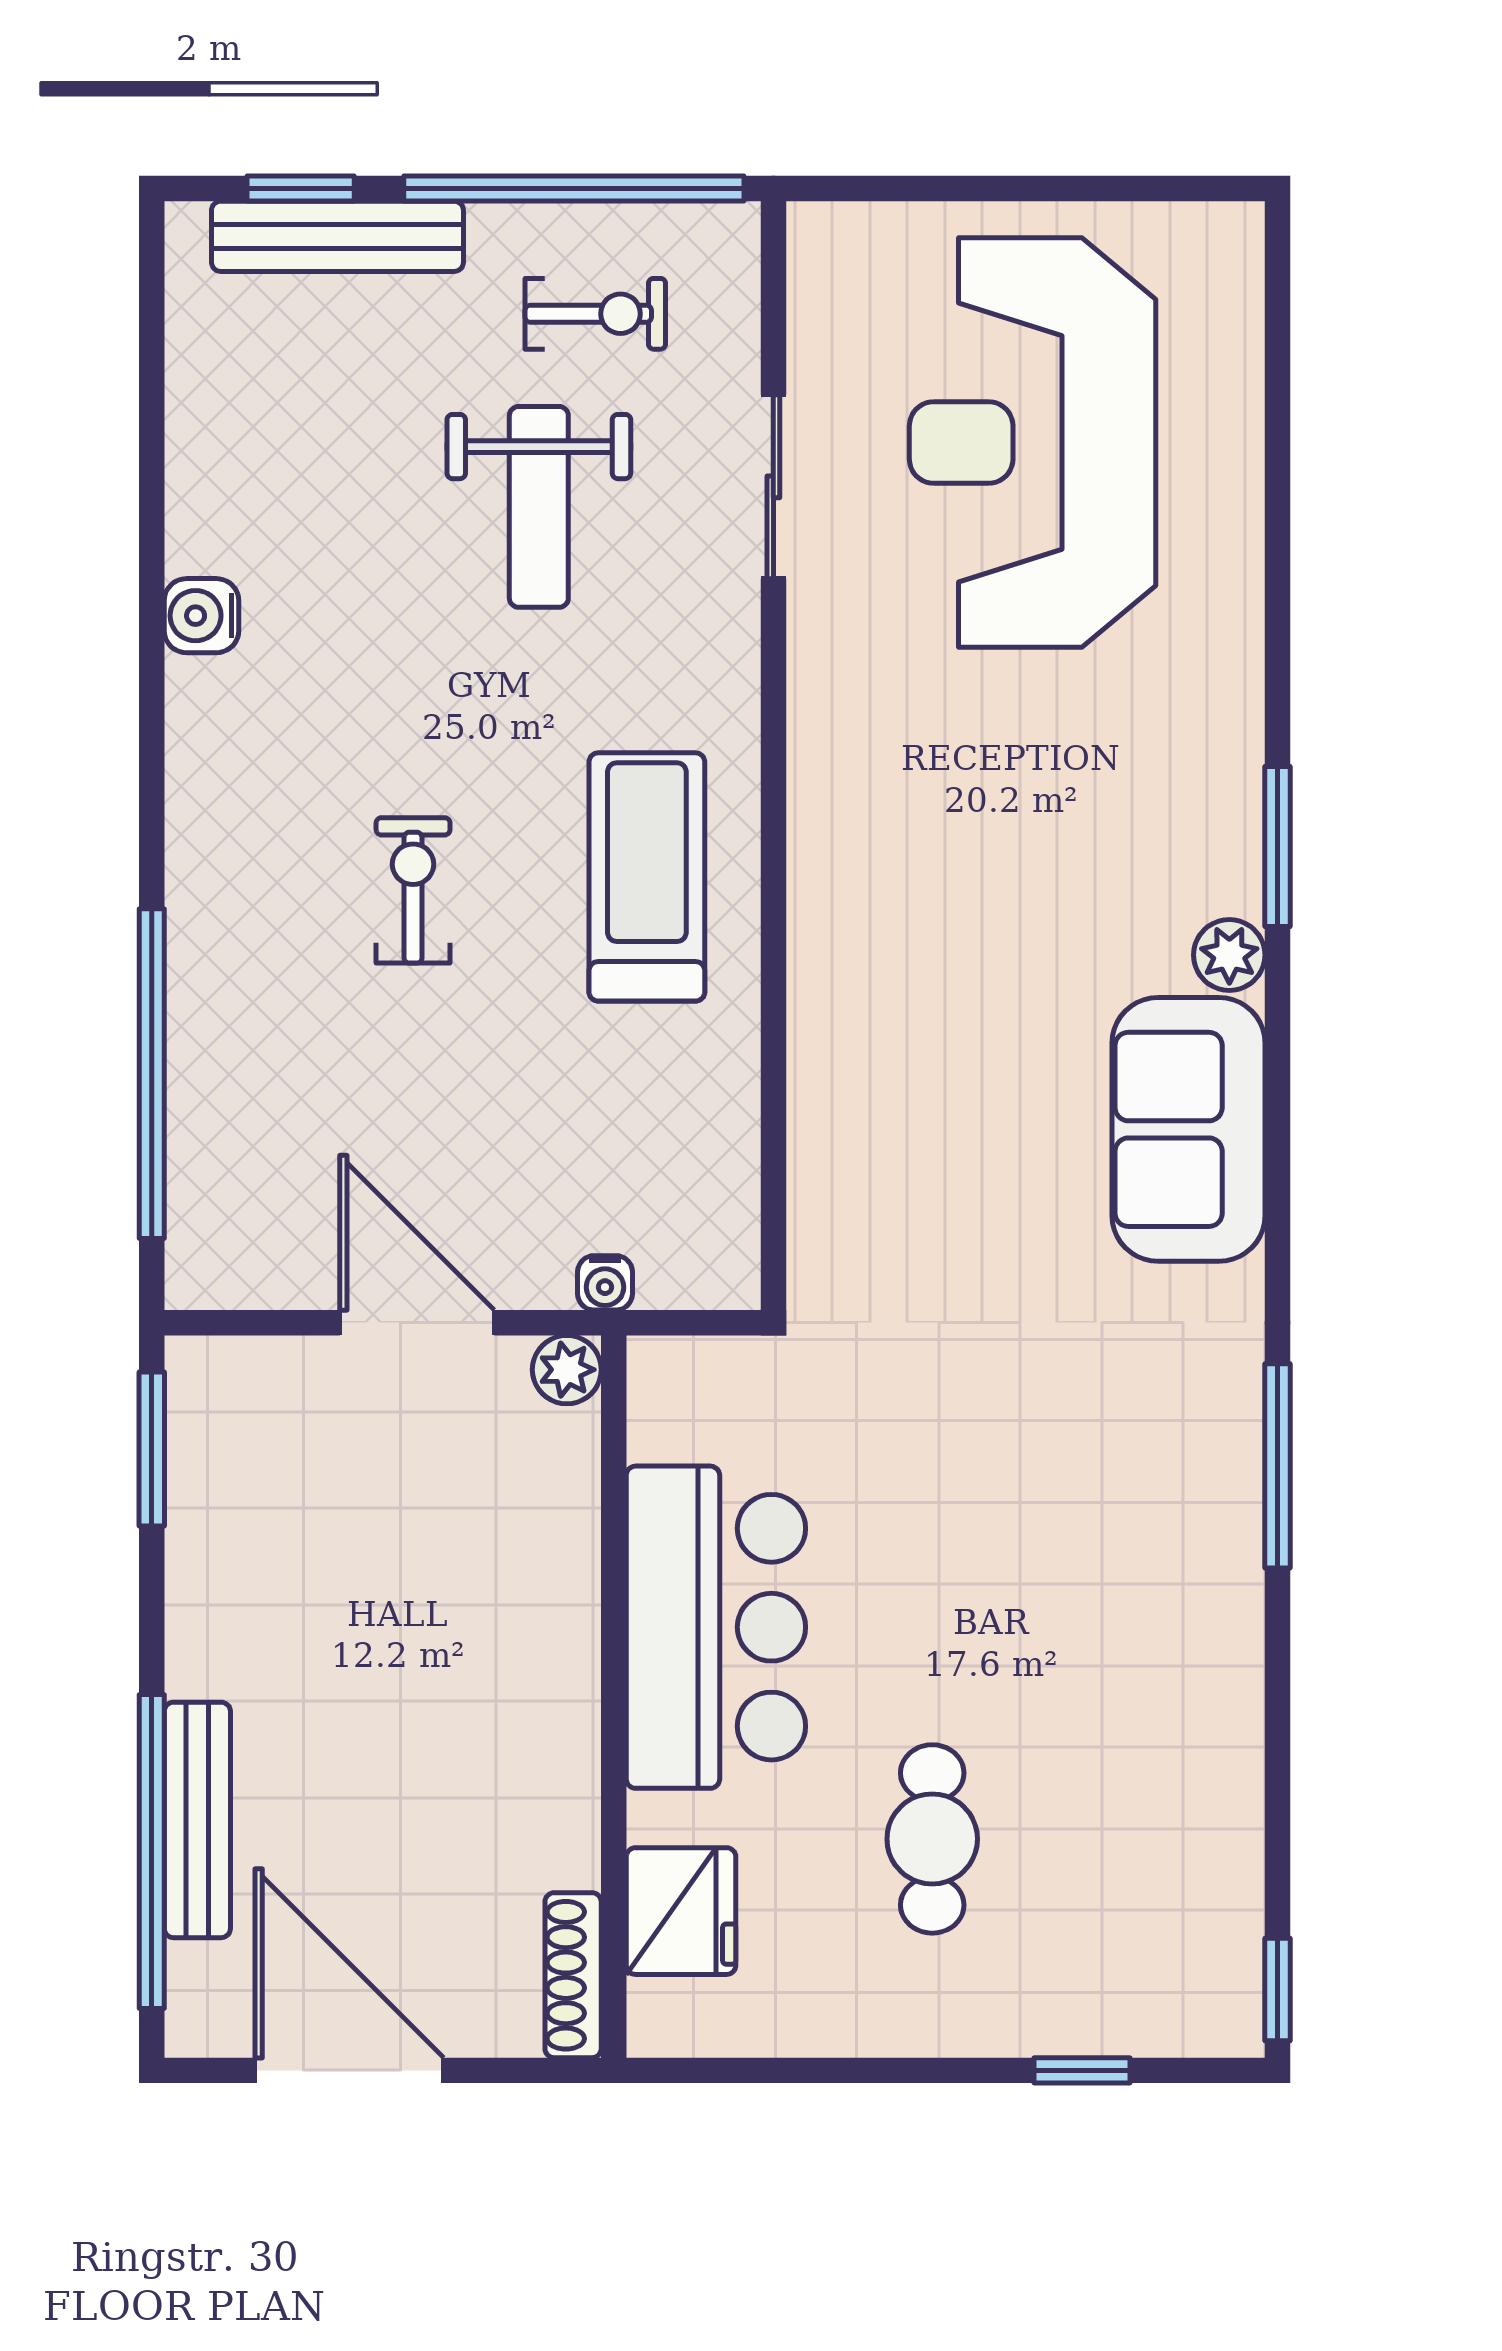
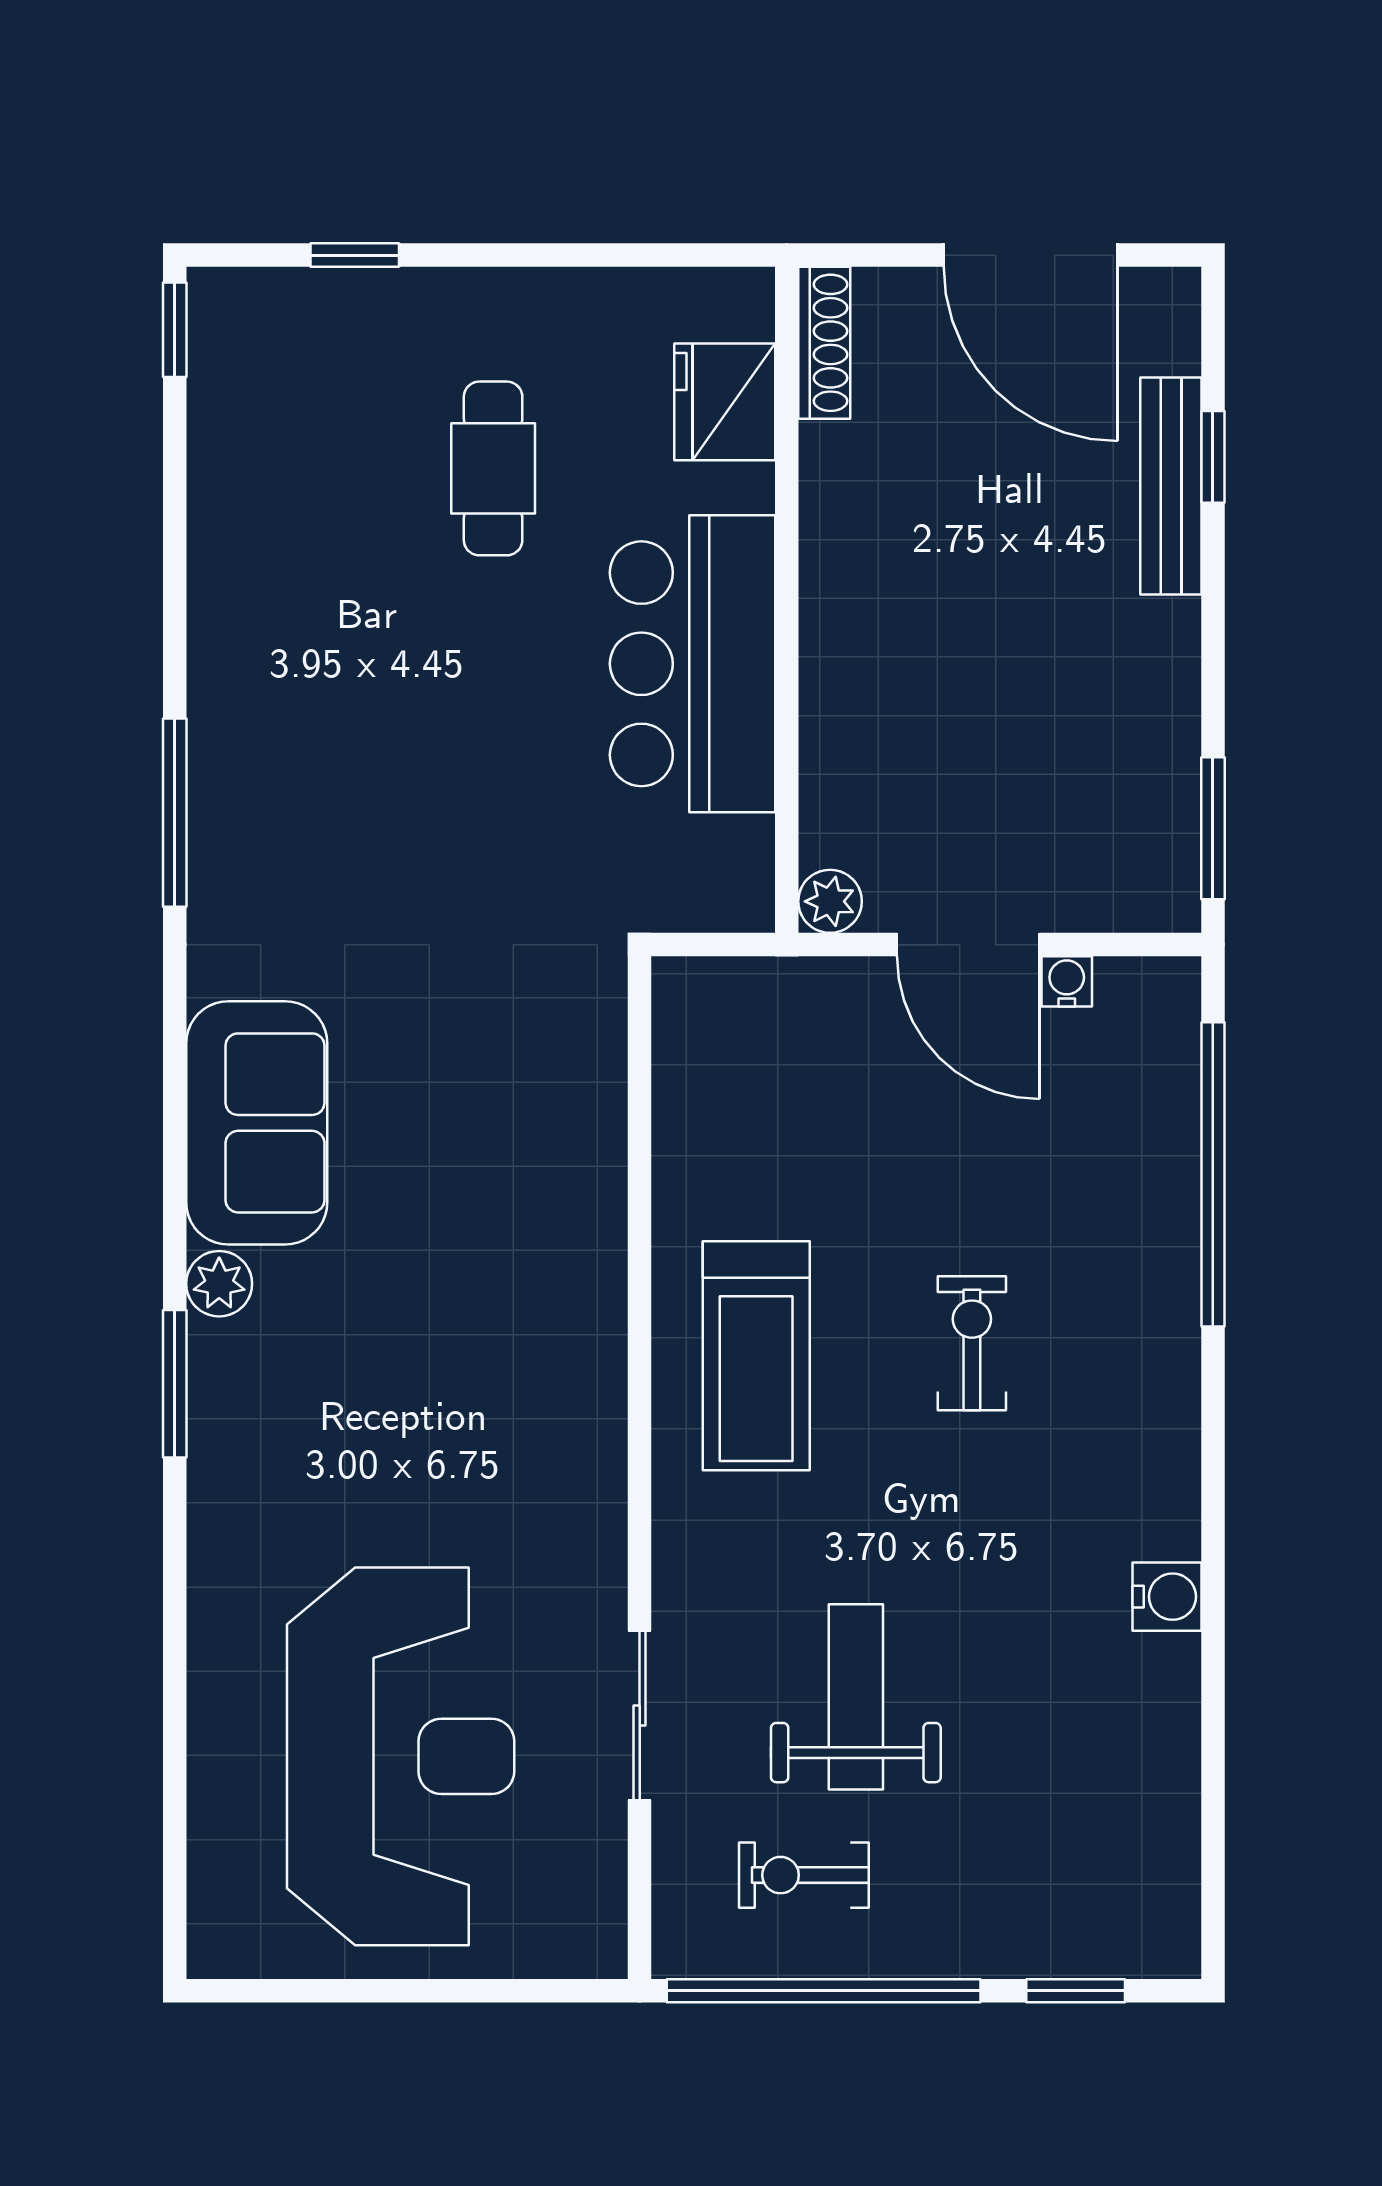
bench: (337, 236) -> (1042, 1947), removed
exercise bike: (413, 890) -> (972, 1343), turned 180
water cooler: (605, 1283) -> (1067, 981), moved
window: (152, 1851) -> (1213, 457), width x0.32

